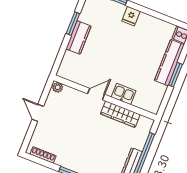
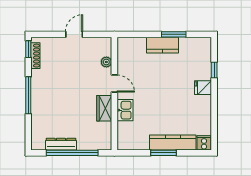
plant: (58, 87) -> (106, 62), moved
wardrobe: (120, 114) -> (104, 108), width x0.67
window: (35, 159) -> (28, 49), added

